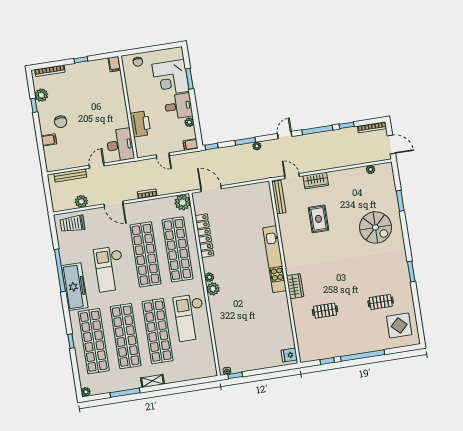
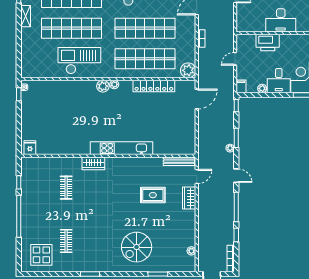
desk: (120, 145) -> (281, 20), moved

